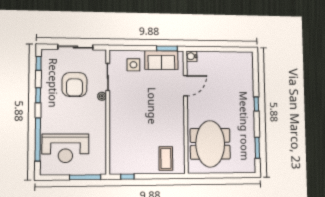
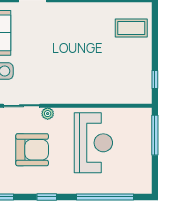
reception desk: (65, 148) -> (93, 143), moved

